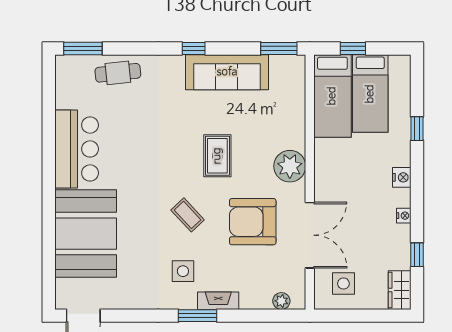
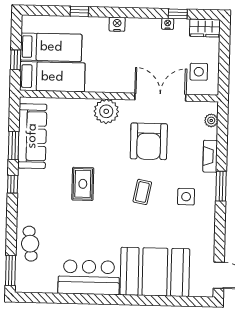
window: (279, 49) -> (14, 146), moved
sofa: (227, 72) -> (32, 136), moved
rug: (217, 156) -> (83, 184), moved, turned 90
coffee table: (188, 215) -> (142, 192), turned -36
nightstand: (404, 216) -> (168, 24), moved
fireplace: (218, 301) -> (210, 156), moved

